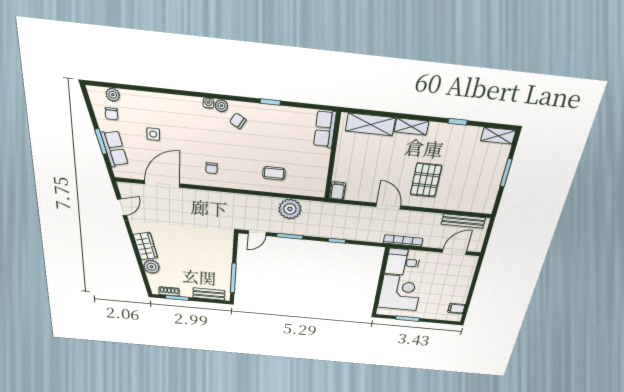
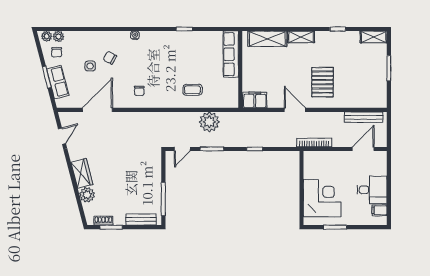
plant: (221, 106) -> (47, 36), moved
chair: (238, 121) -> (110, 58), moved
row of seats: (325, 129) -> (231, 54), width x1.48
filing cabinet: (338, 191) -> (255, 100), width x2.00
desk: (403, 262) -> (372, 190), moved, turned 180

